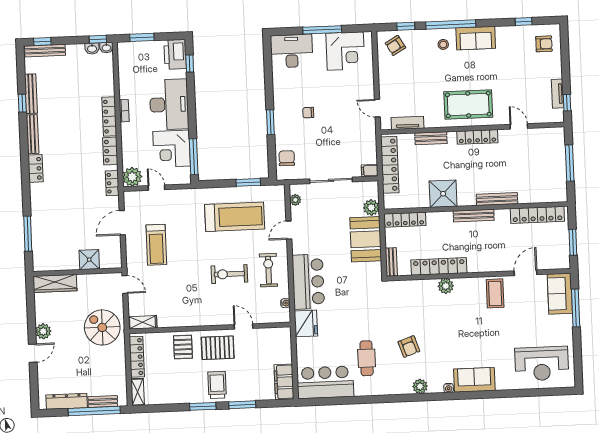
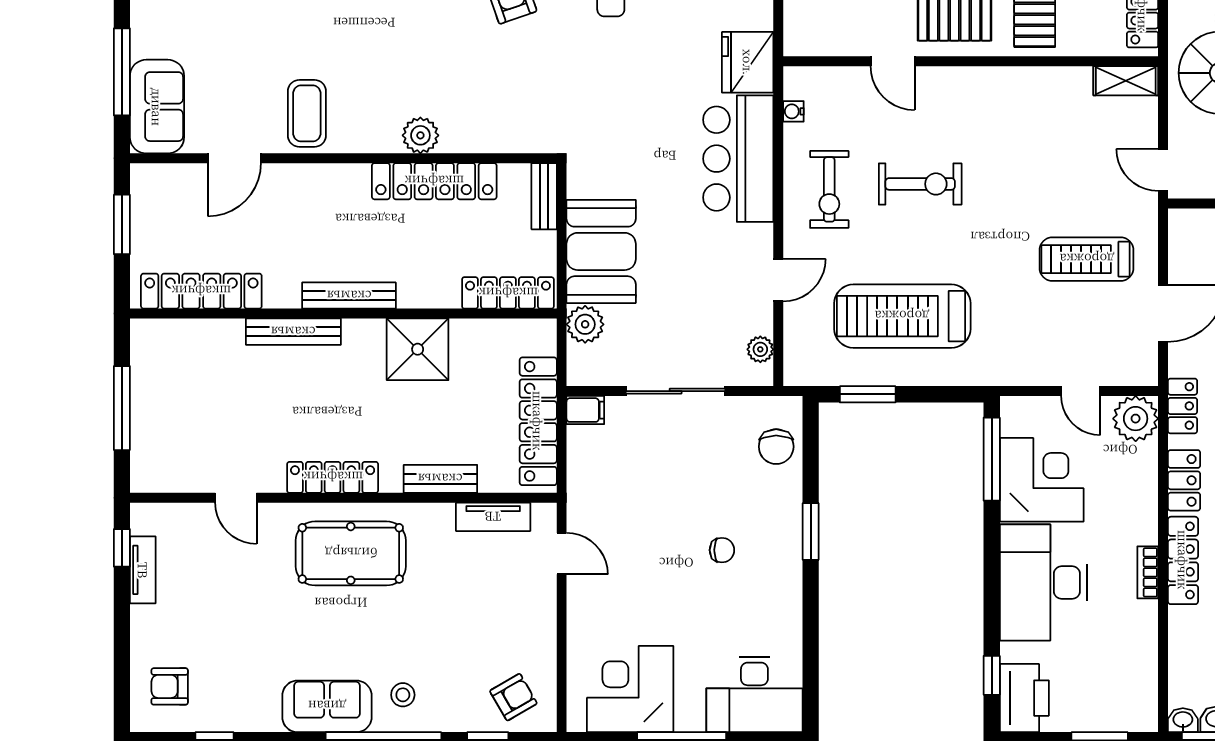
treadmill: (156, 245) -> (1087, 259), turned -90

